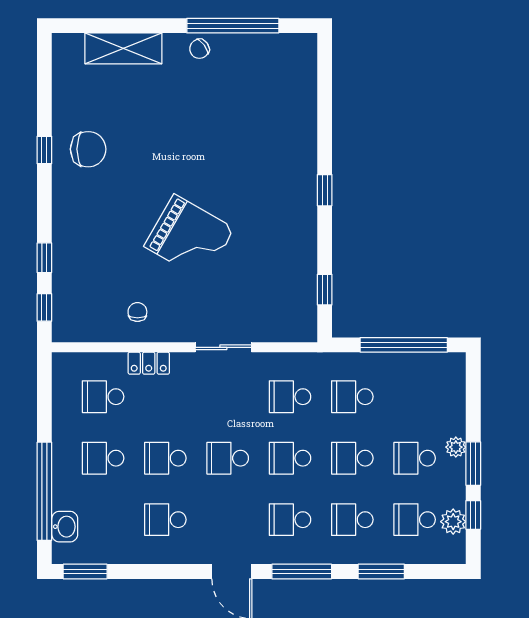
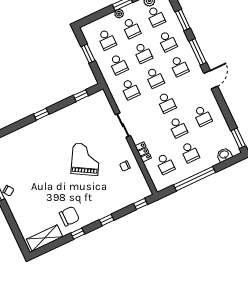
shelving: (123, 48) -> (45, 238), moved, turned 90
chair: (88, 149) -> (69, 216), turned 90
window: (44, 258) -> (107, 220), moved
window: (404, 345) -> (88, 54), width x0.47
school desk: (415, 397) -> (107, 40), added
window: (44, 491) -> (194, 179), moved

